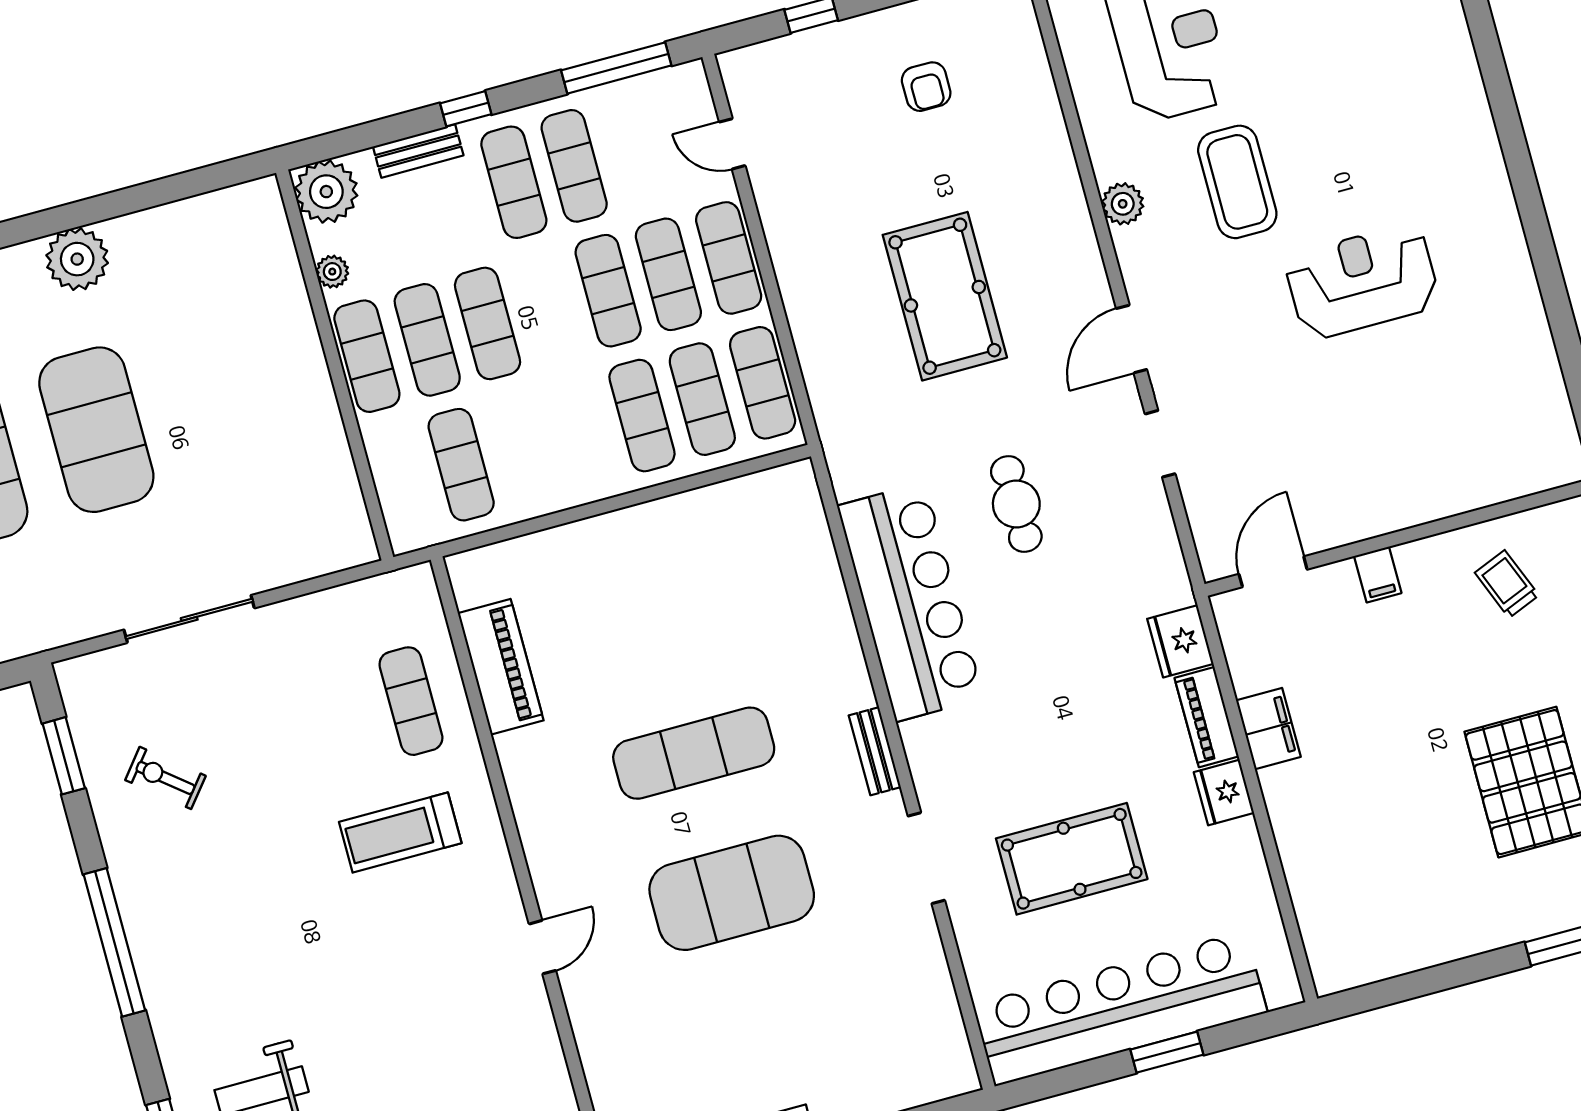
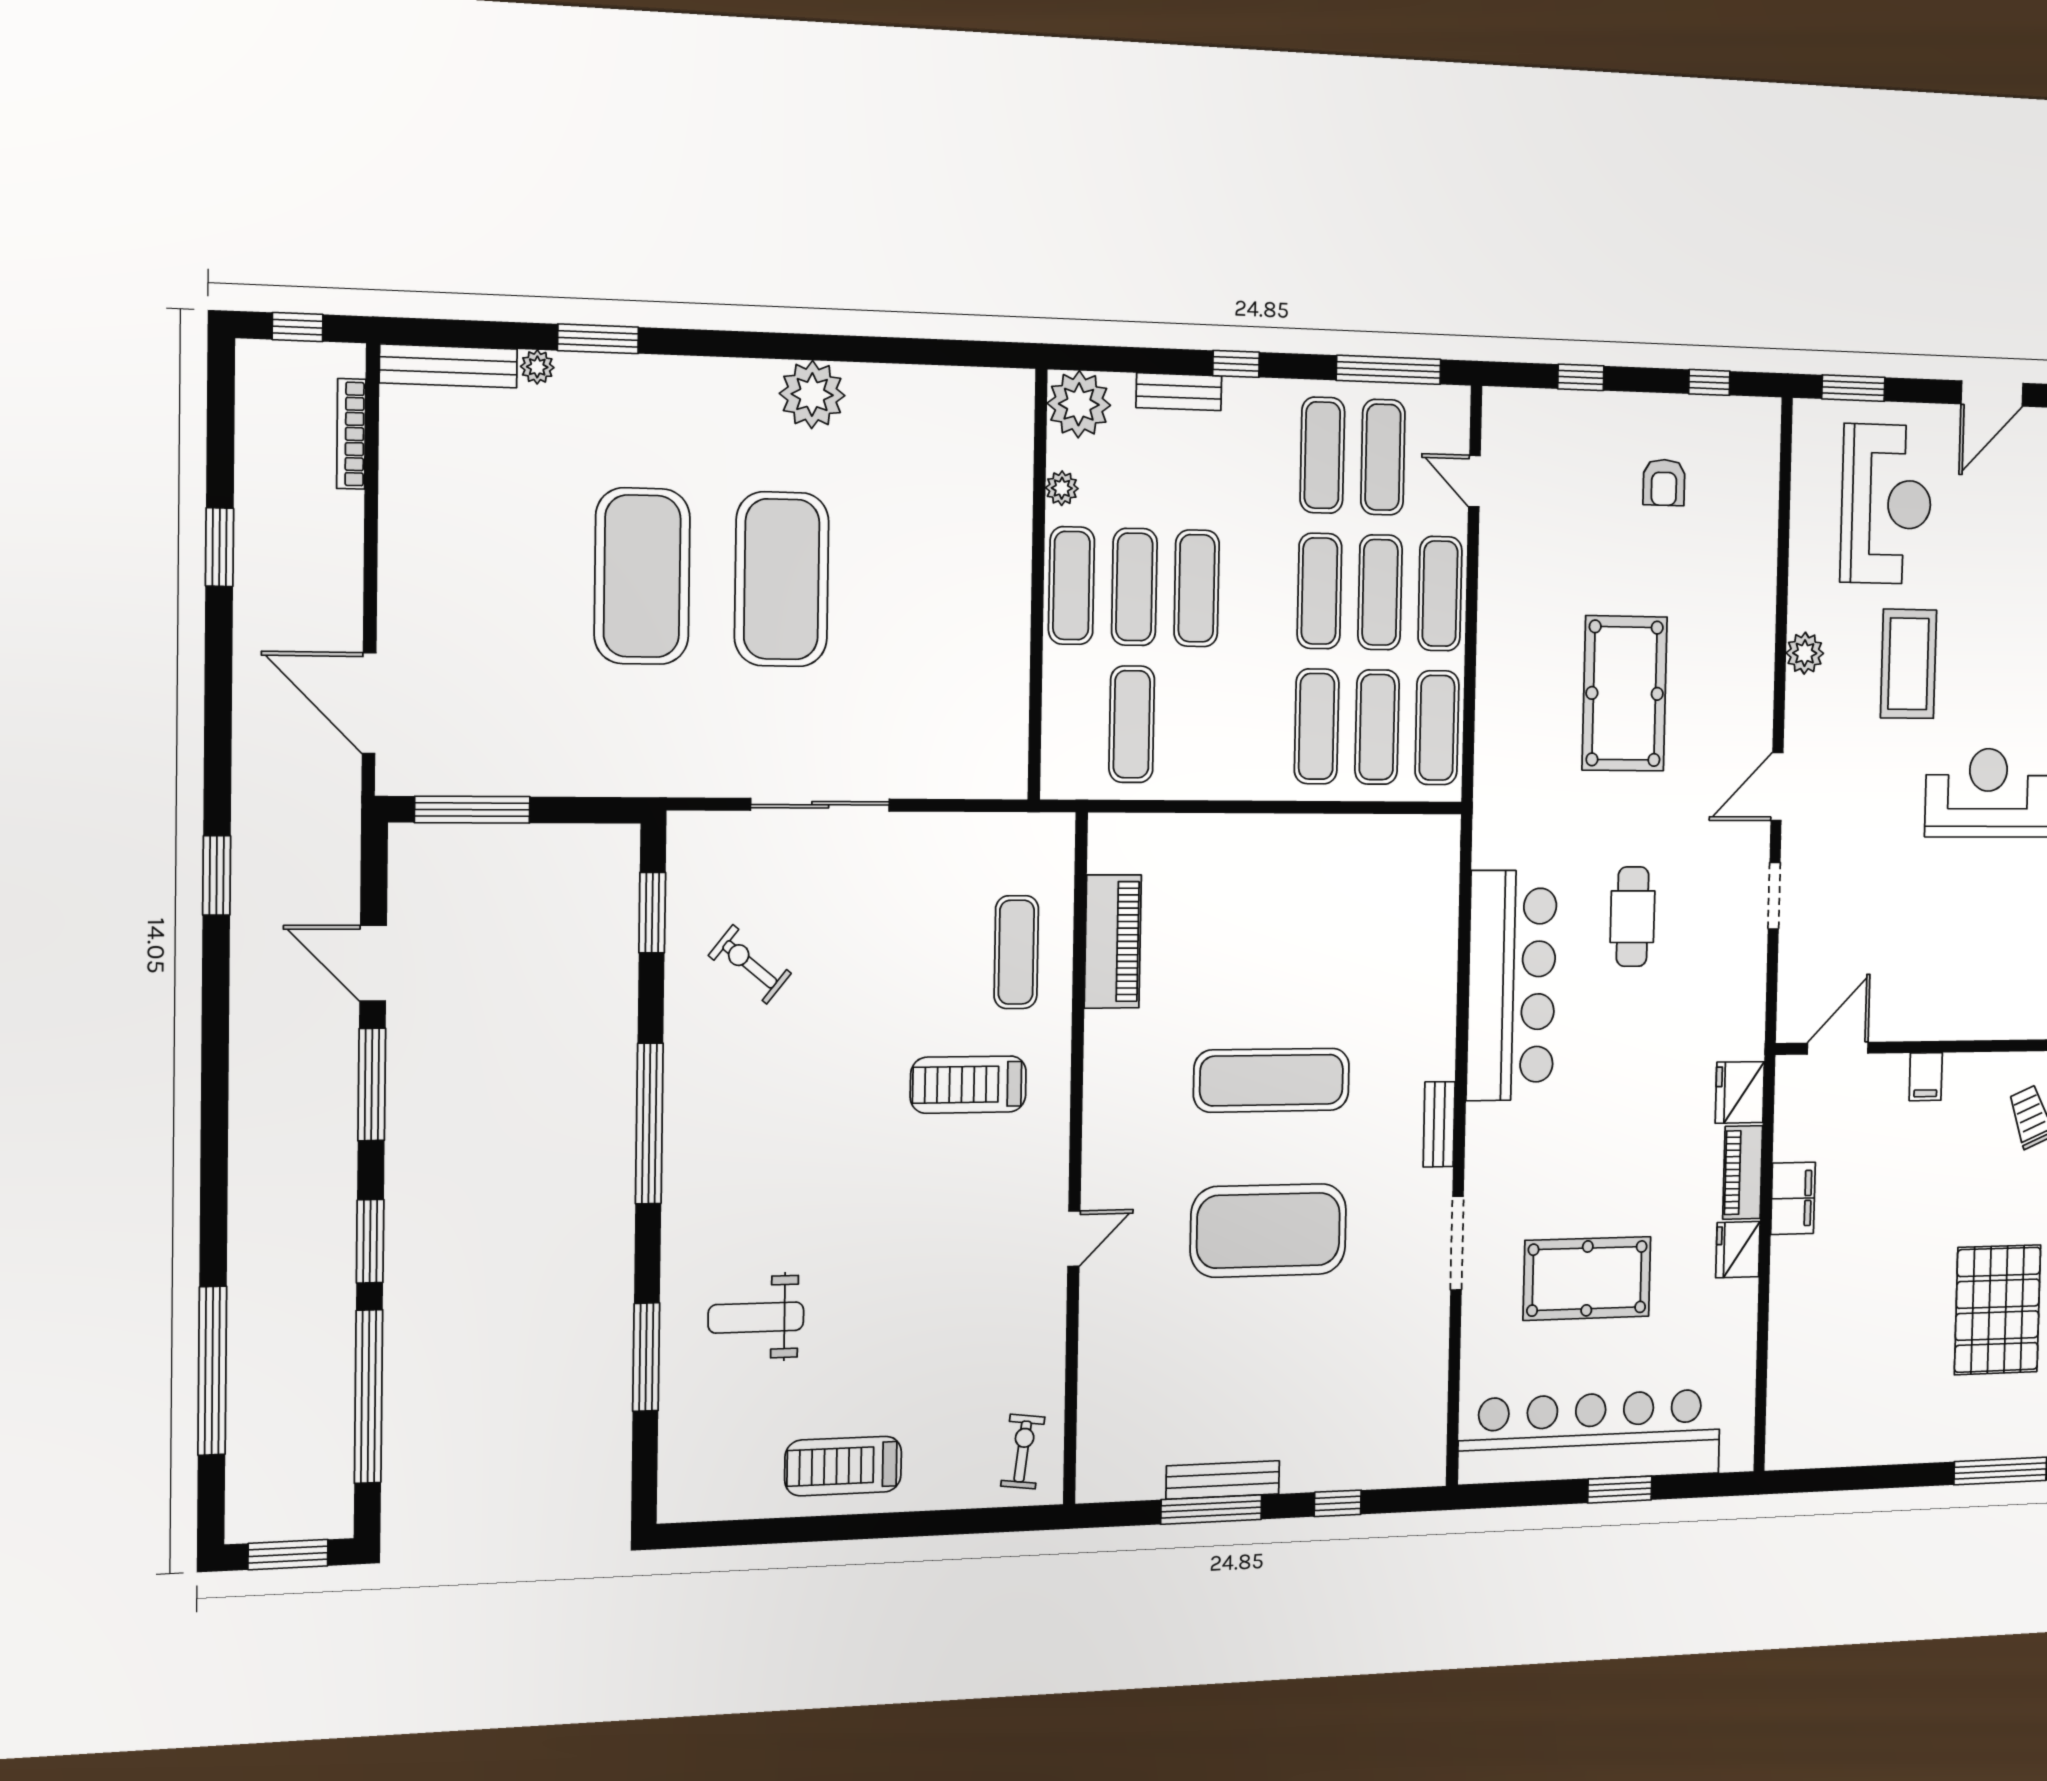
exercise mat: (514, 182) -> (1383, 457), moved

